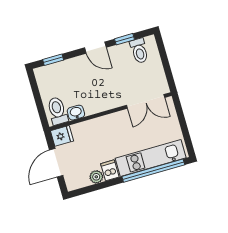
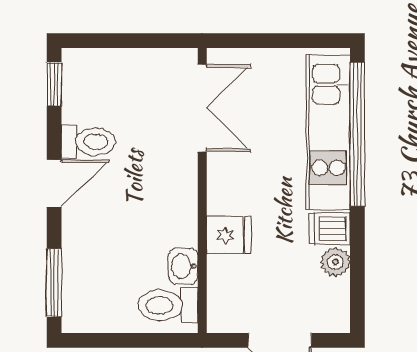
window: (124, 39) -> (54, 84), moved
toilet: (139, 51) -> (88, 142), moved
window: (53, 60) -> (54, 283), width x1.50
fridge: (62, 136) -> (229, 235), moved, turned 90

